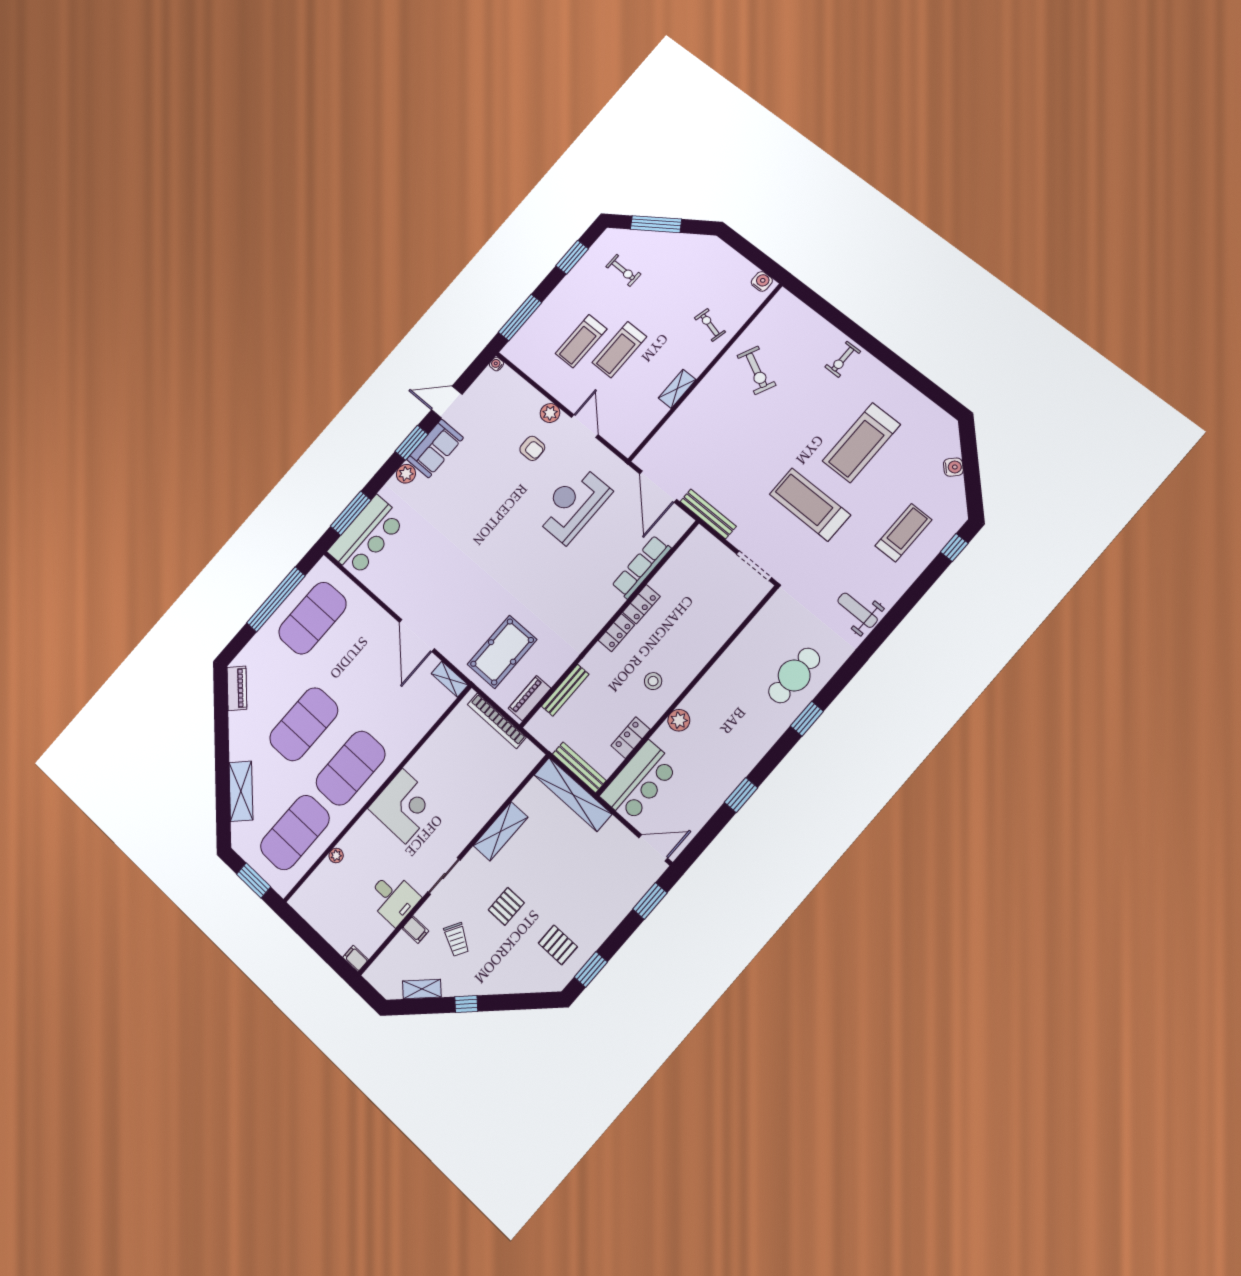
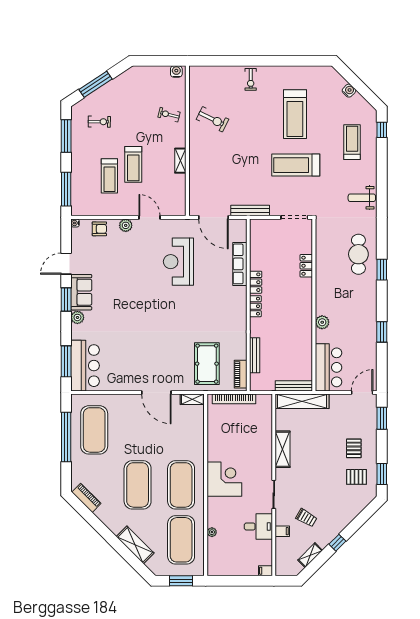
window: (572, 257) -> (66, 136), width x1.44
armchair: (532, 448) -> (99, 229), moved
stool: (653, 681) -> (294, 314), removed
locker: (631, 738) -> (306, 266), moved
pallet: (506, 906) -> (354, 448), moved

